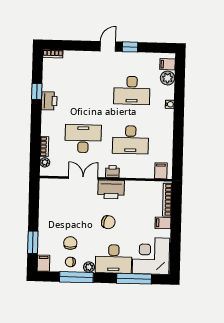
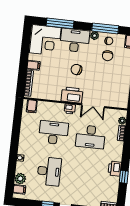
desk: (132, 90) -> (49, 171), turned 90

